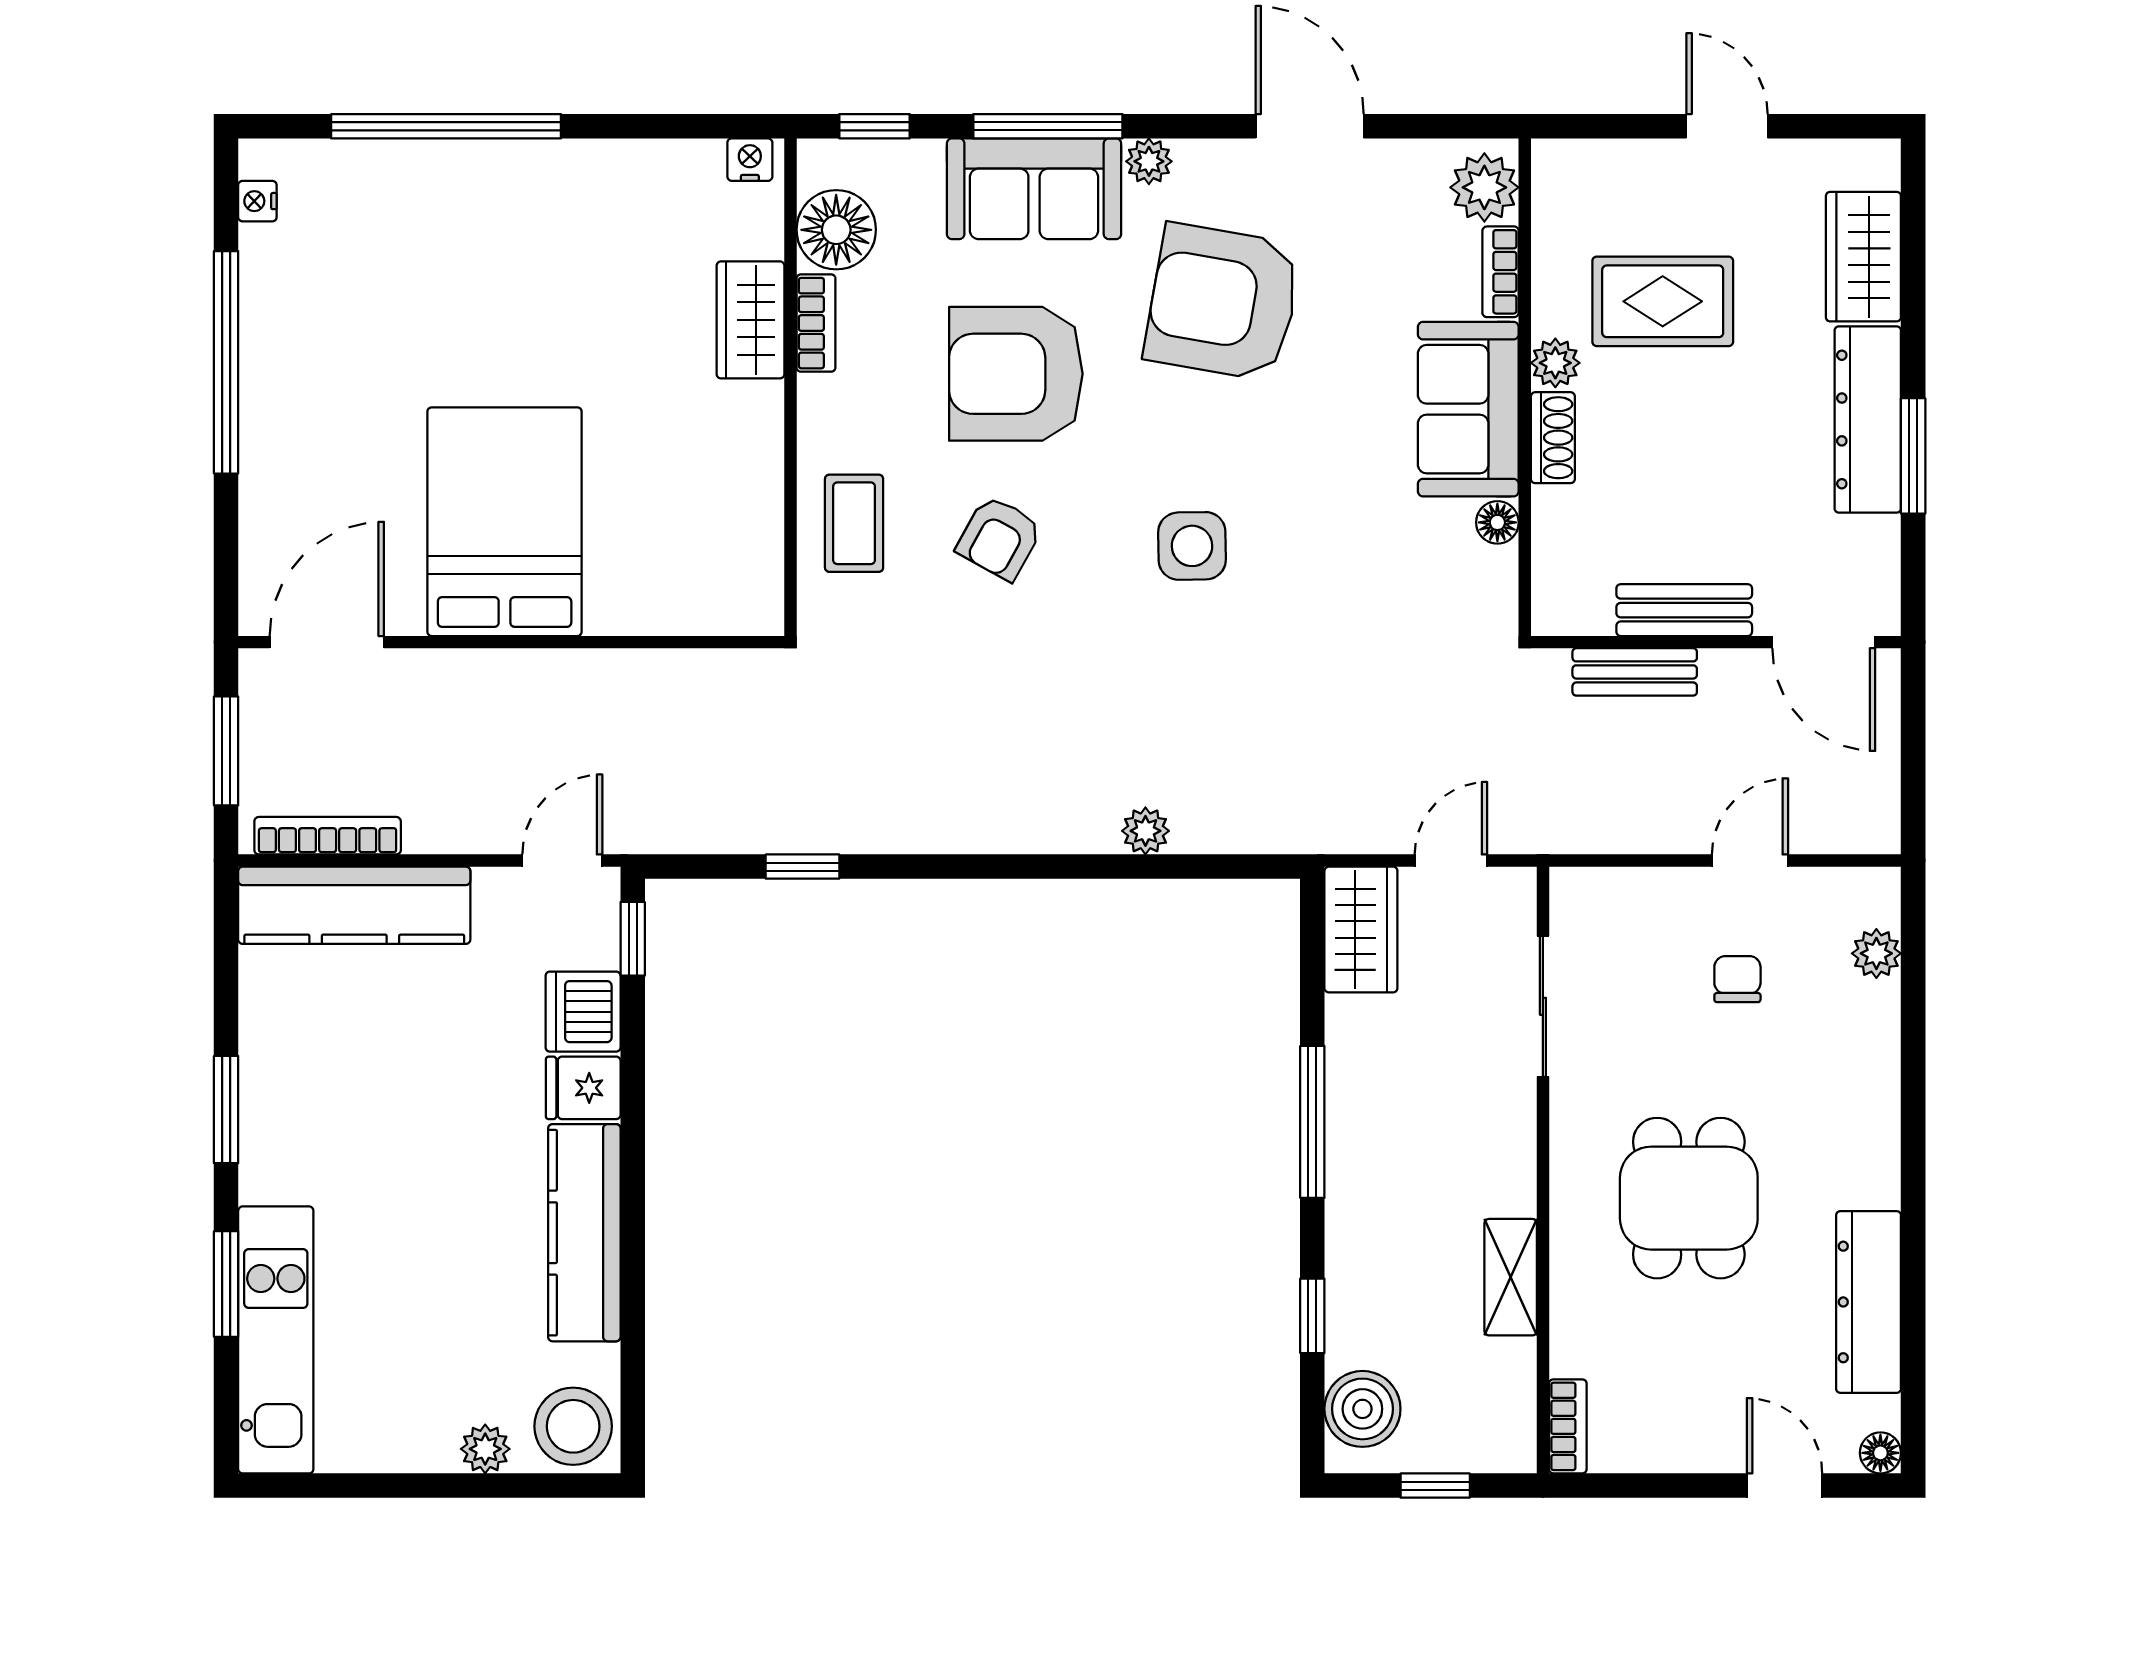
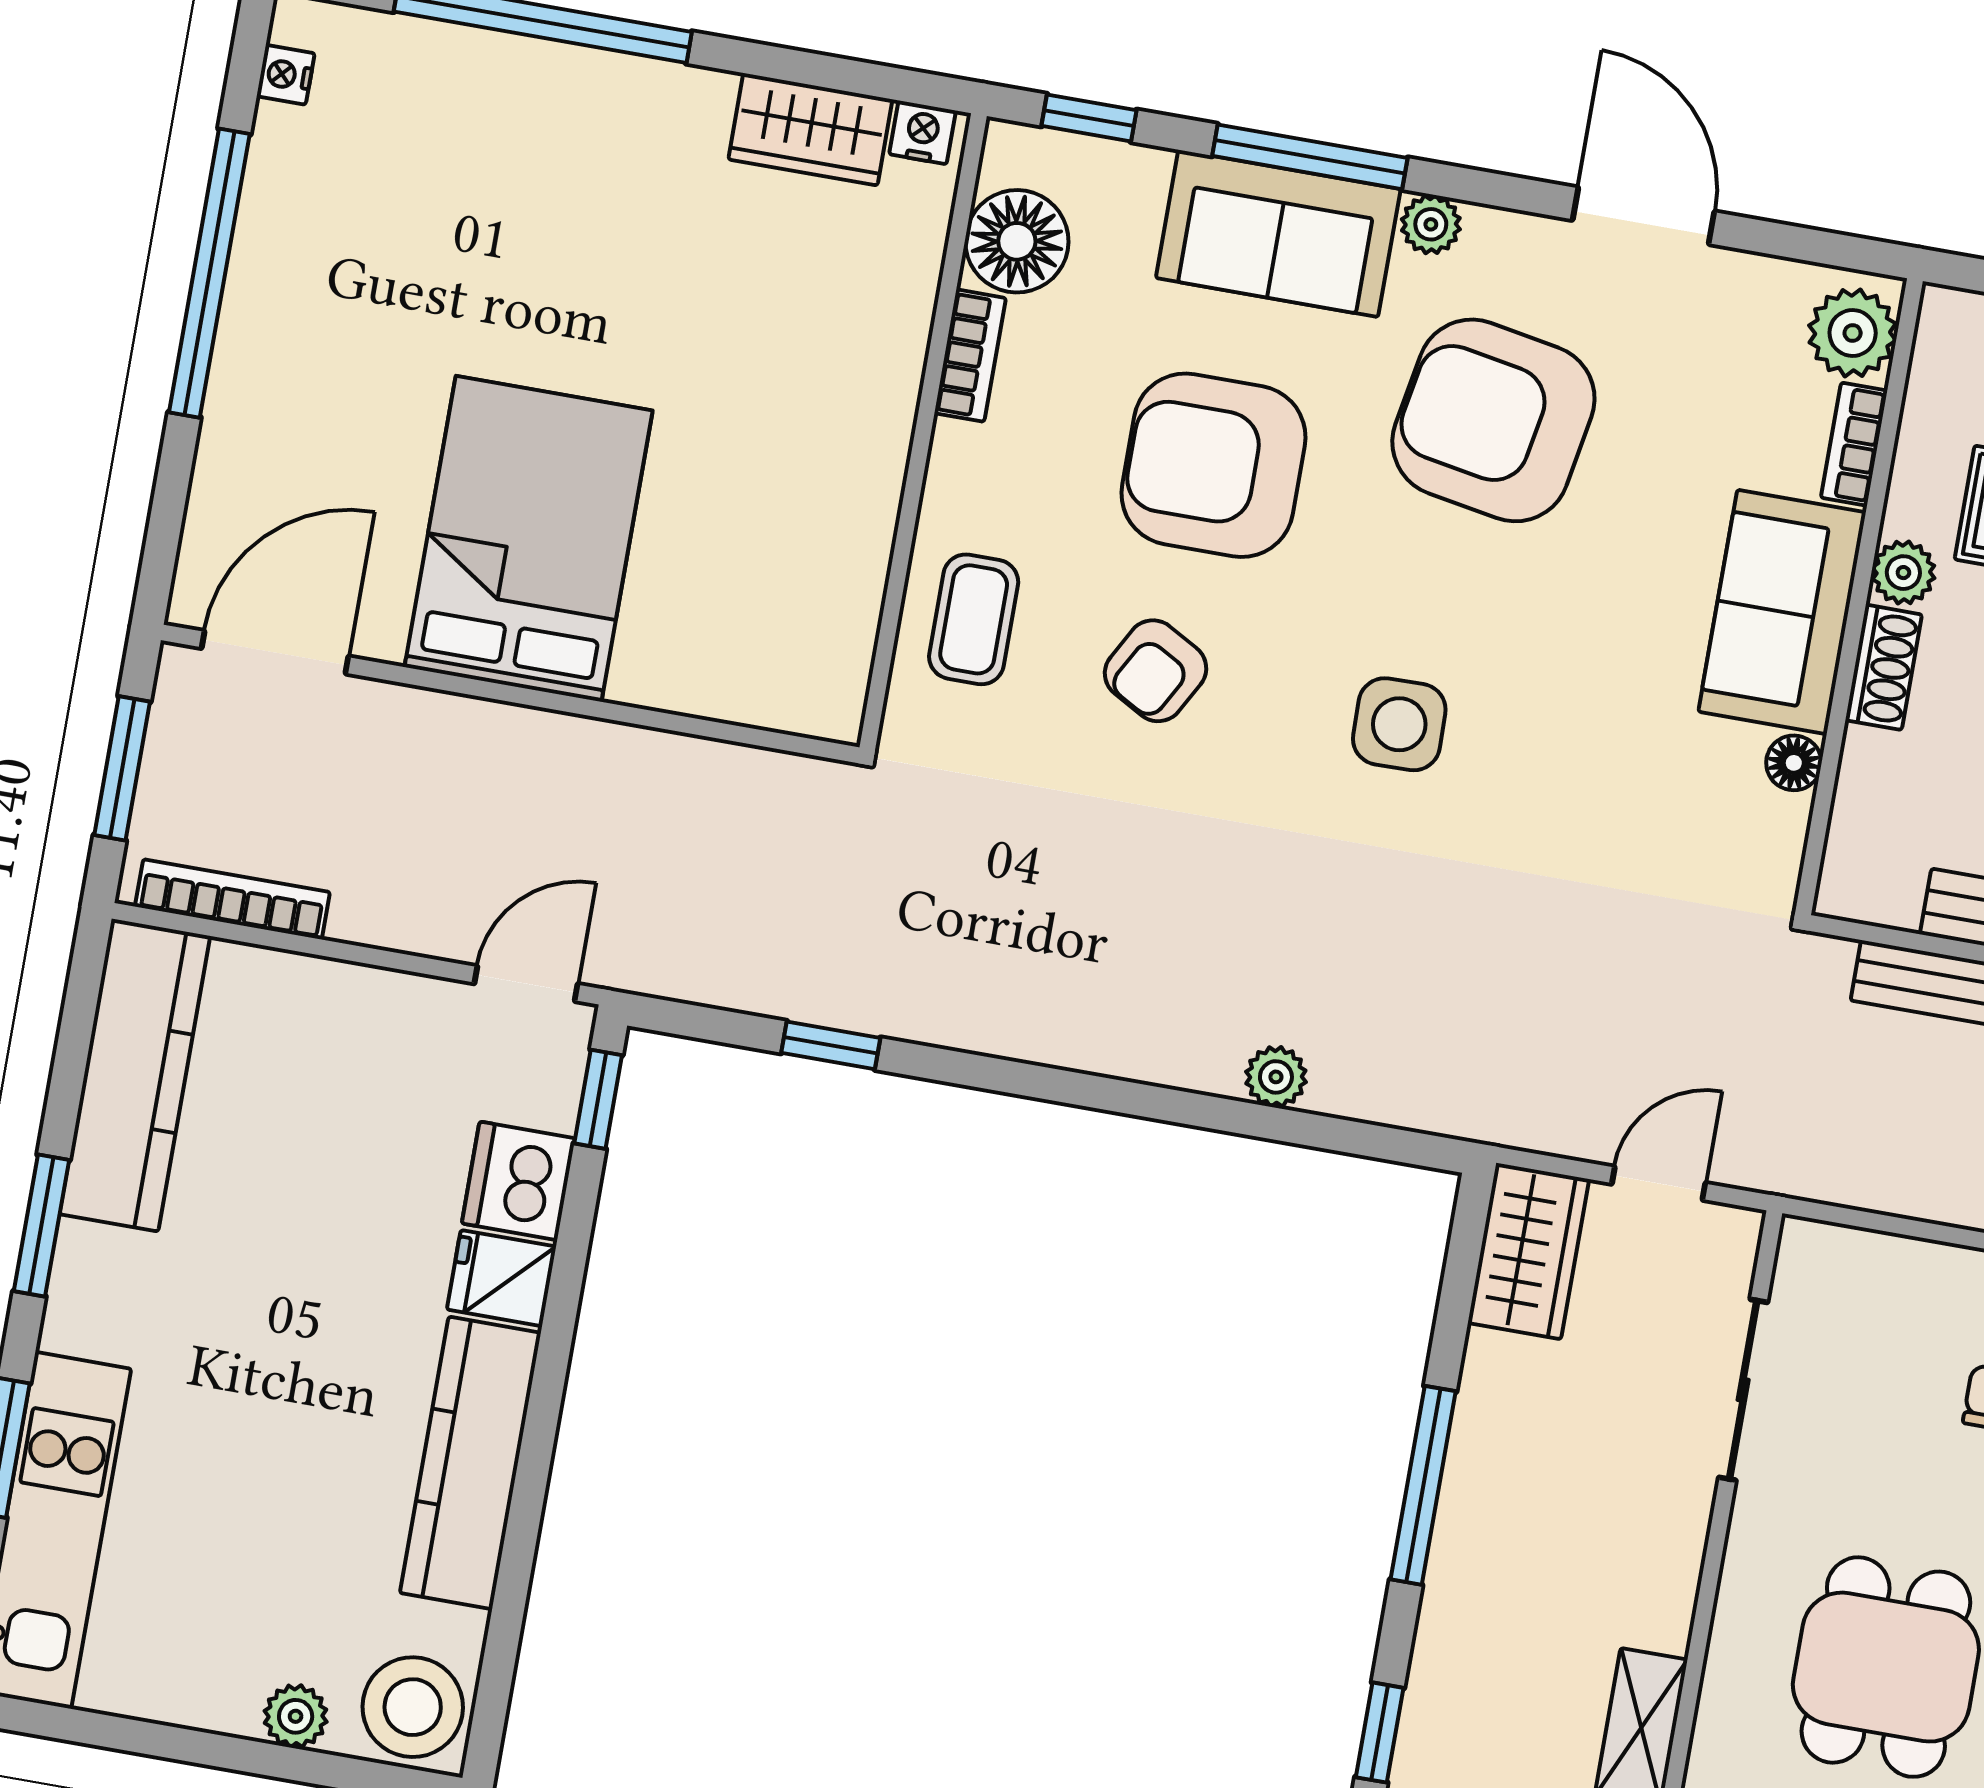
wardrobe: (750, 320) -> (810, 129), moved, turned -90
kitchen counter: (354, 905) -> (135, 1075), moved, turned -90

